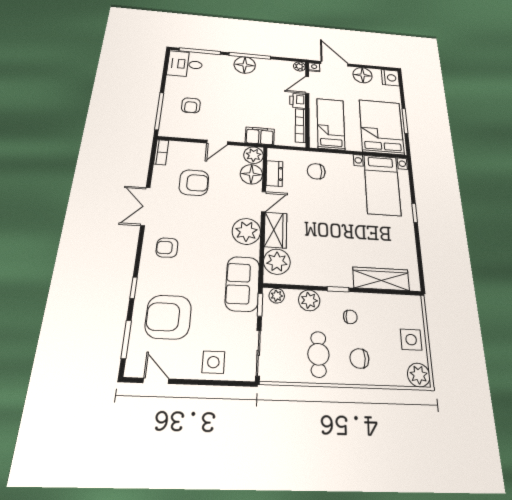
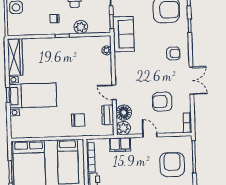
armchair: (191, 105) -> (172, 165), width x1.88, depth x1.88
door: (217, 142) -> (150, 135), hinge flipped
bed with nightstands: (382, 185) -> (33, 96), moved, turned 90
door: (263, 202) -> (114, 92), hinge flipped
wardrobe: (276, 230) -> (105, 72), removed
plant: (246, 231) -> (124, 70), removed
plant: (277, 262) -> (107, 50), width x0.53, depth x0.53
wardrobe: (381, 279) -> (15, 57), moved, turned -90
plant: (277, 296) -> (101, 28), removed

